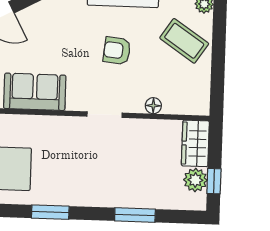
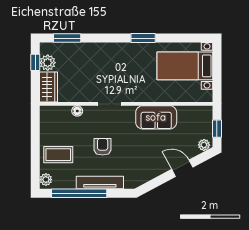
coffee table: (184, 41) -> (58, 155), turned -34
armchair: (117, 51) -> (103, 147), turned -96
window: (135, 215) -> (67, 38), moved

